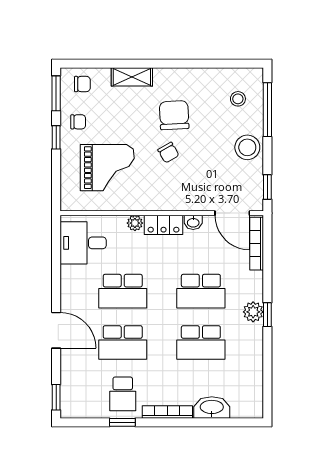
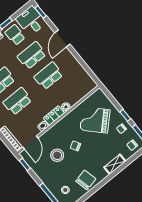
chair: (174, 115) -> (86, 180), moved, turned -100
stool: (247, 147) -> (57, 155), moved
grand piano: (107, 168) -> (95, 120), turned 46
door: (232, 213) -> (30, 143), swing flipped
desk: (83, 243) -> (31, 21), moved, turned -90
door: (56, 330) -> (62, 39), hinge flipped

